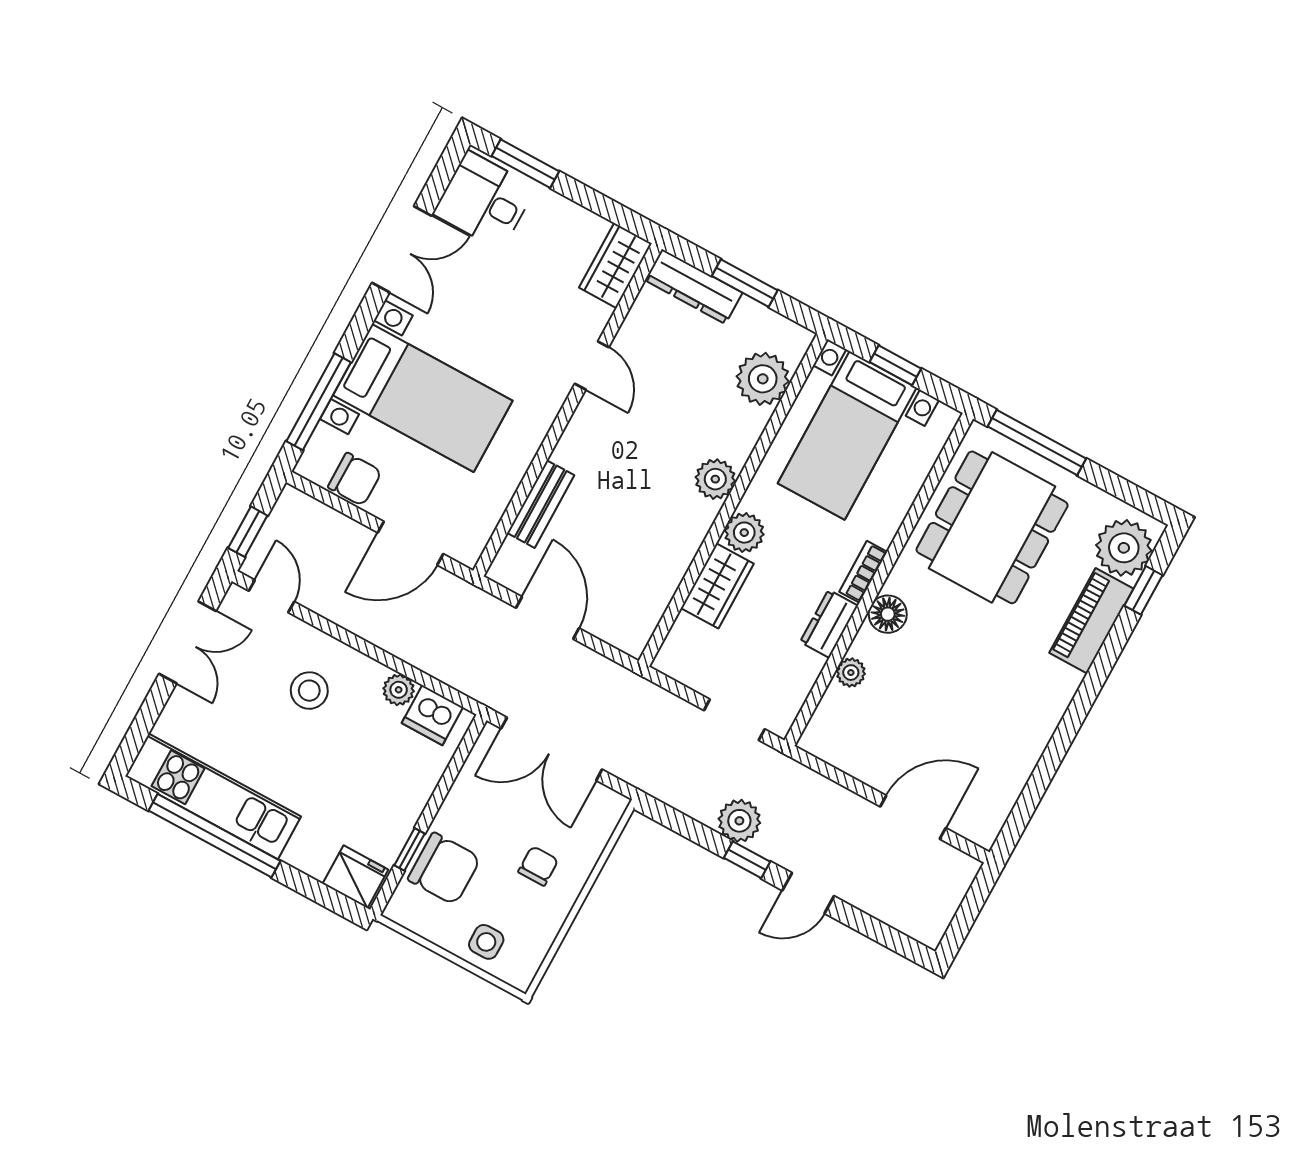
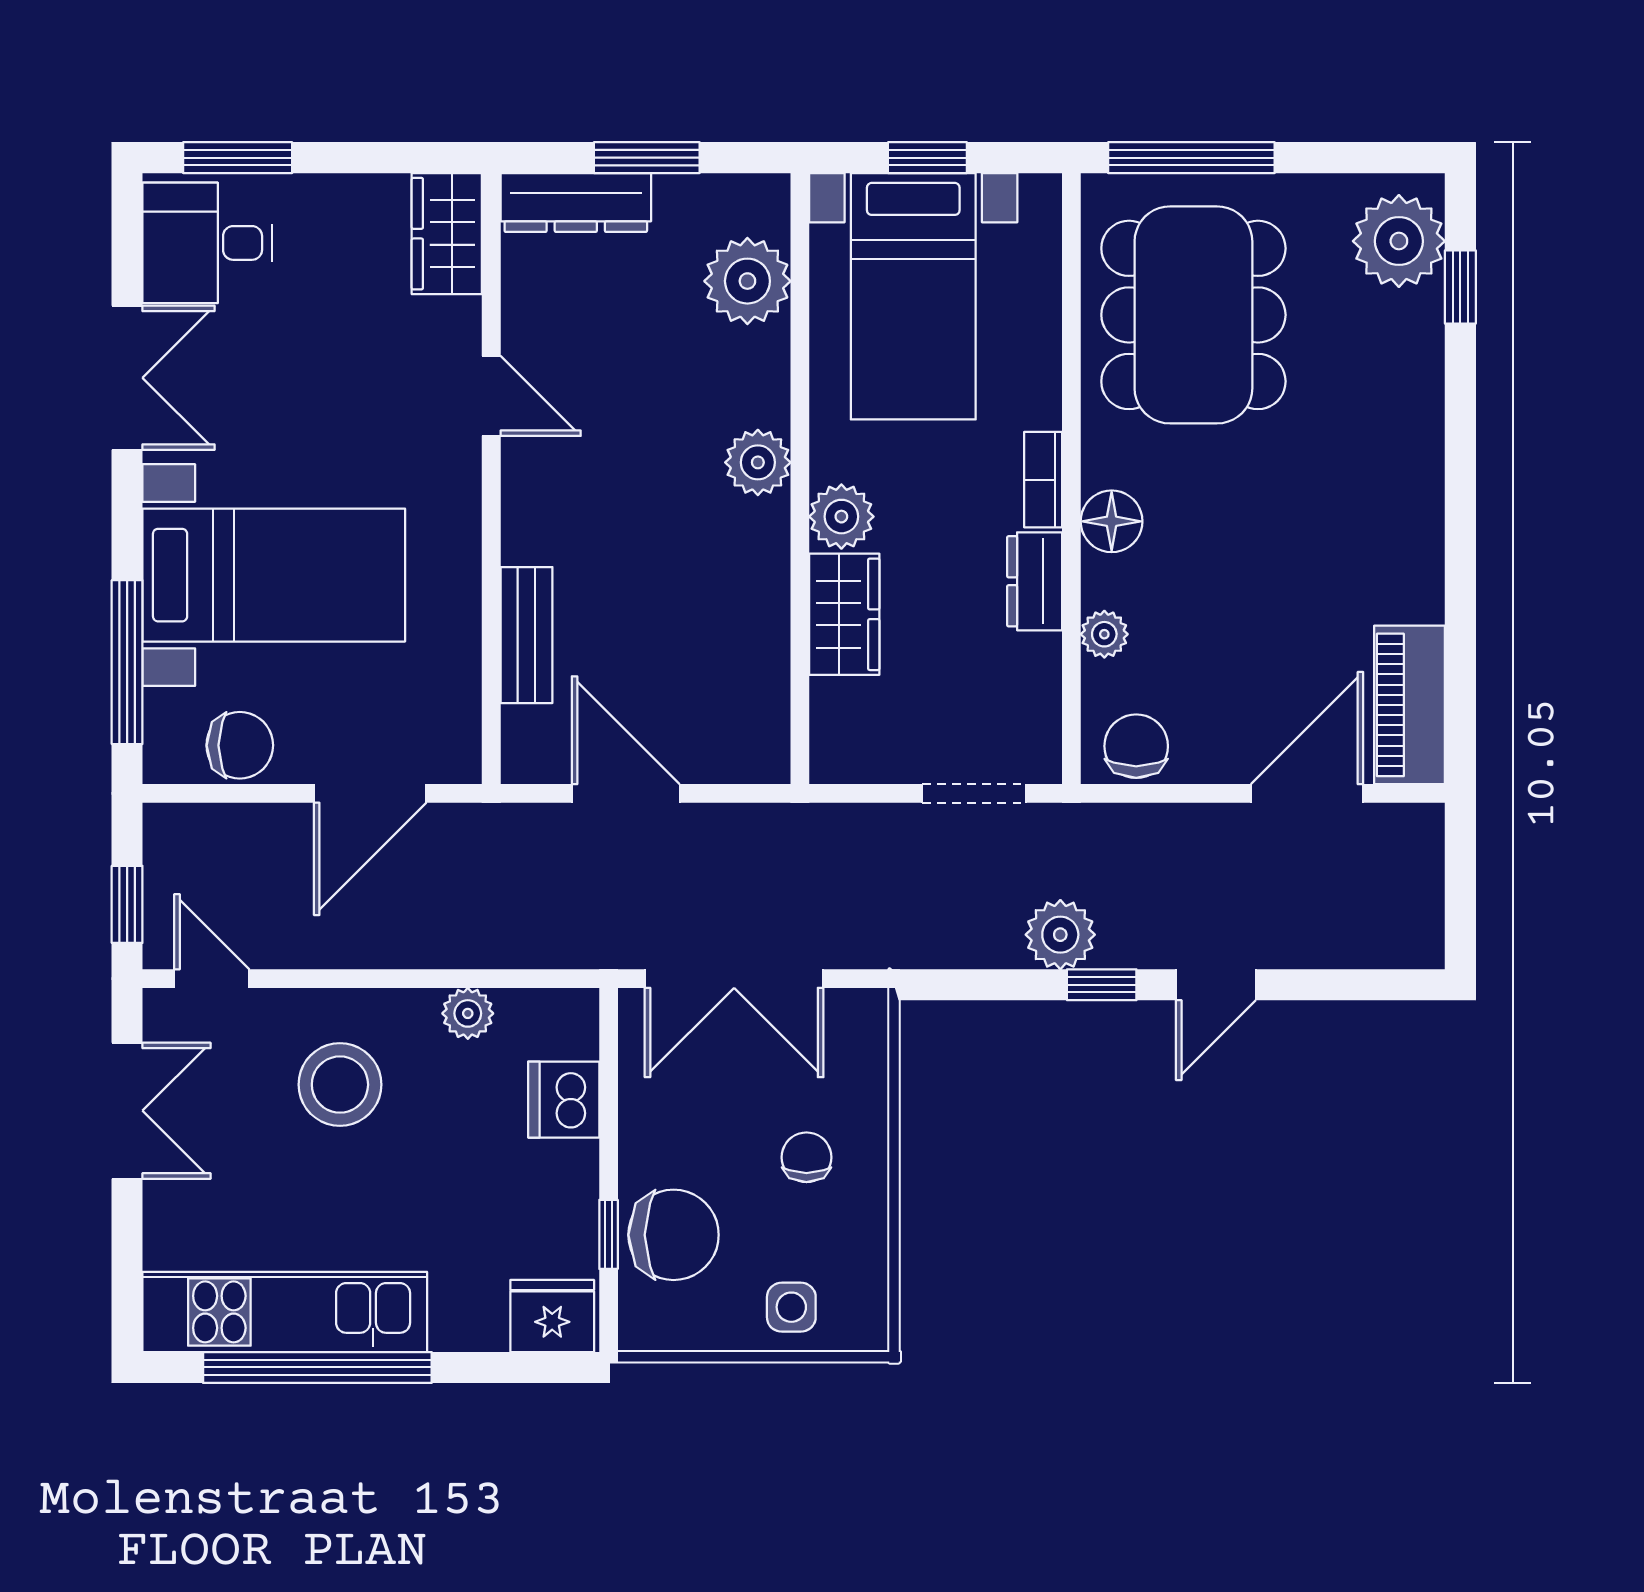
piano: (1091, 621) -> (1410, 705), moved
stool: (309, 691) -> (340, 1085), width x1.38, depth x1.38
dishwasher: (432, 715) -> (564, 1100), moved, turned 90
chair: (835, 742) -> (1136, 746), added

